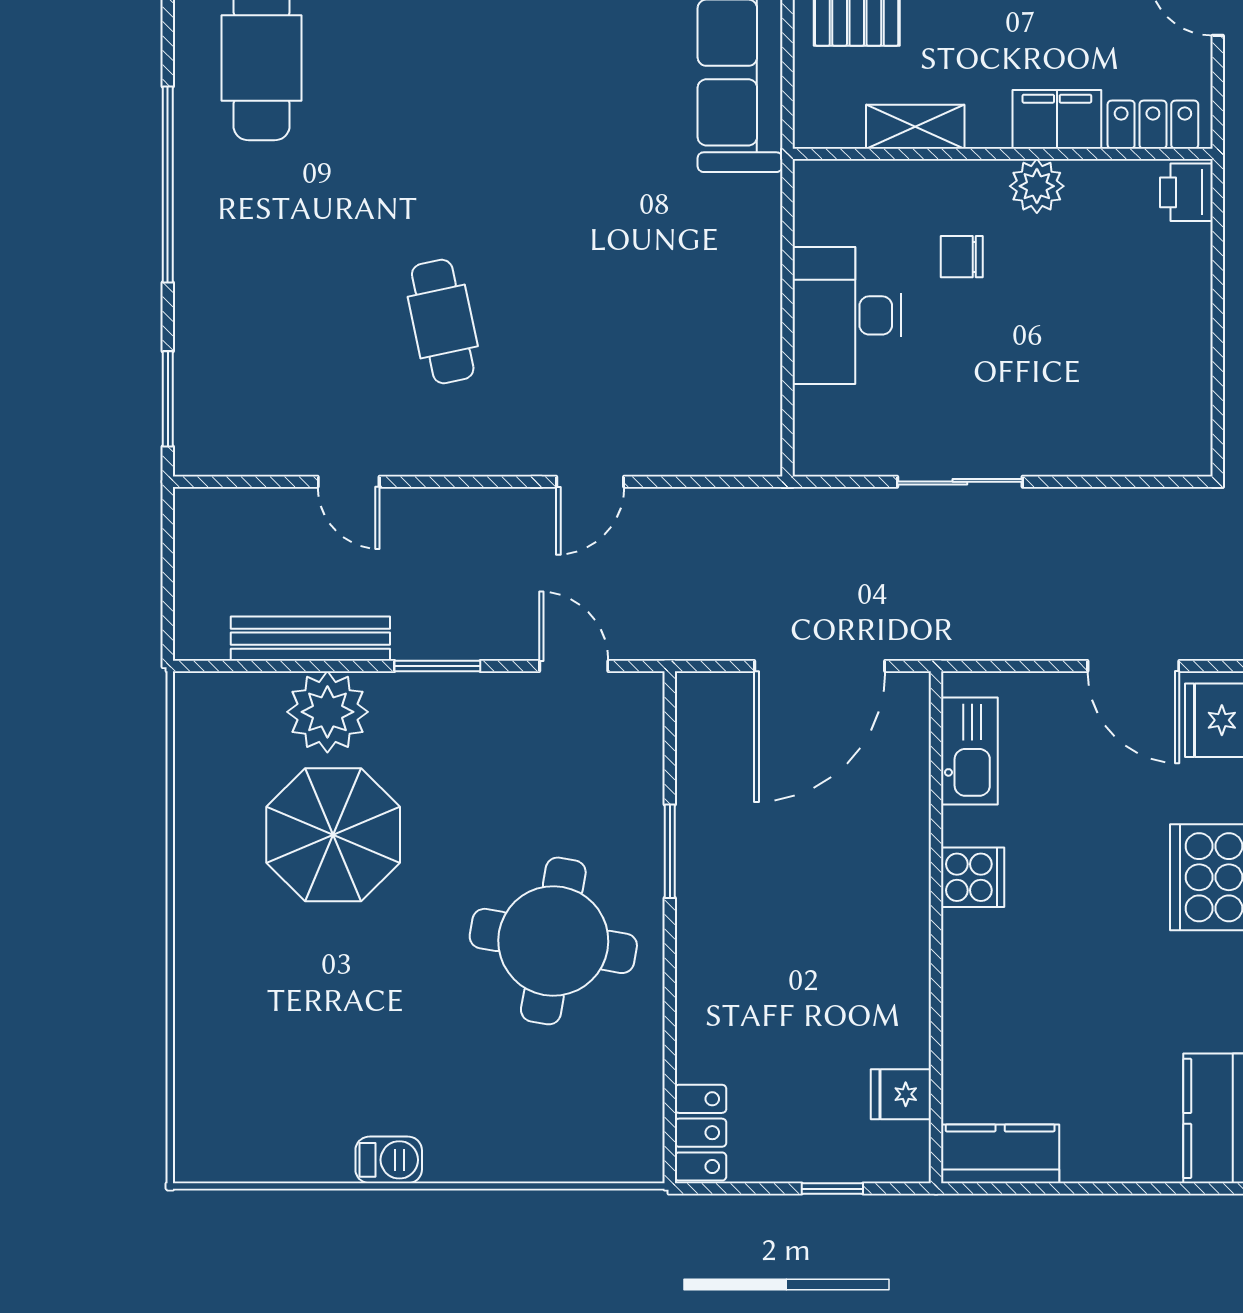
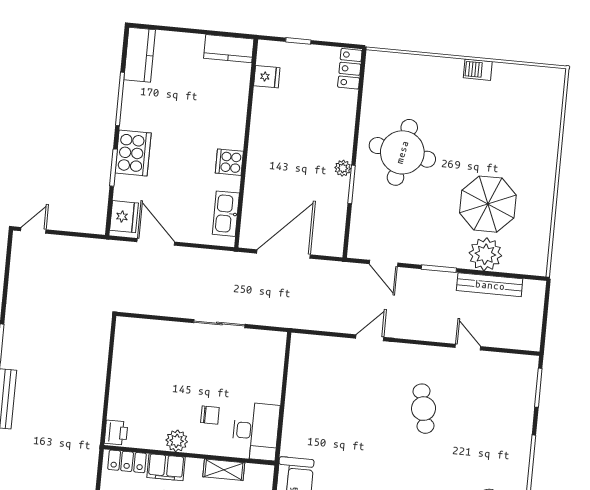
desk: (847, 315) -> (256, 431), moved
plant: (695, 889) -> (343, 168), added

